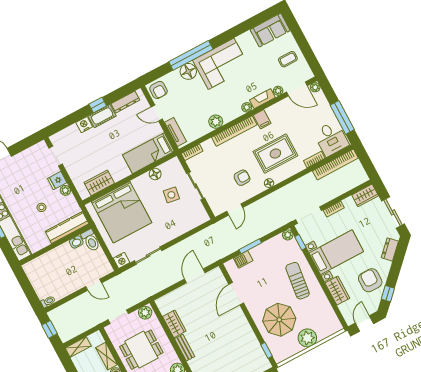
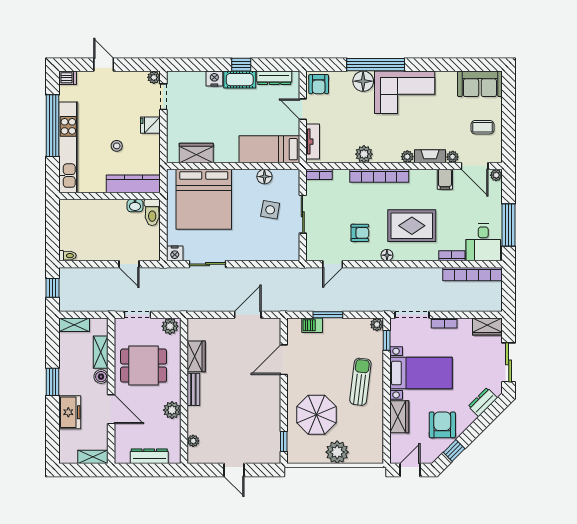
filing cabinet: (262, 119) -> (445, 179), moved
plant: (65, 190) -> (154, 77), moved

